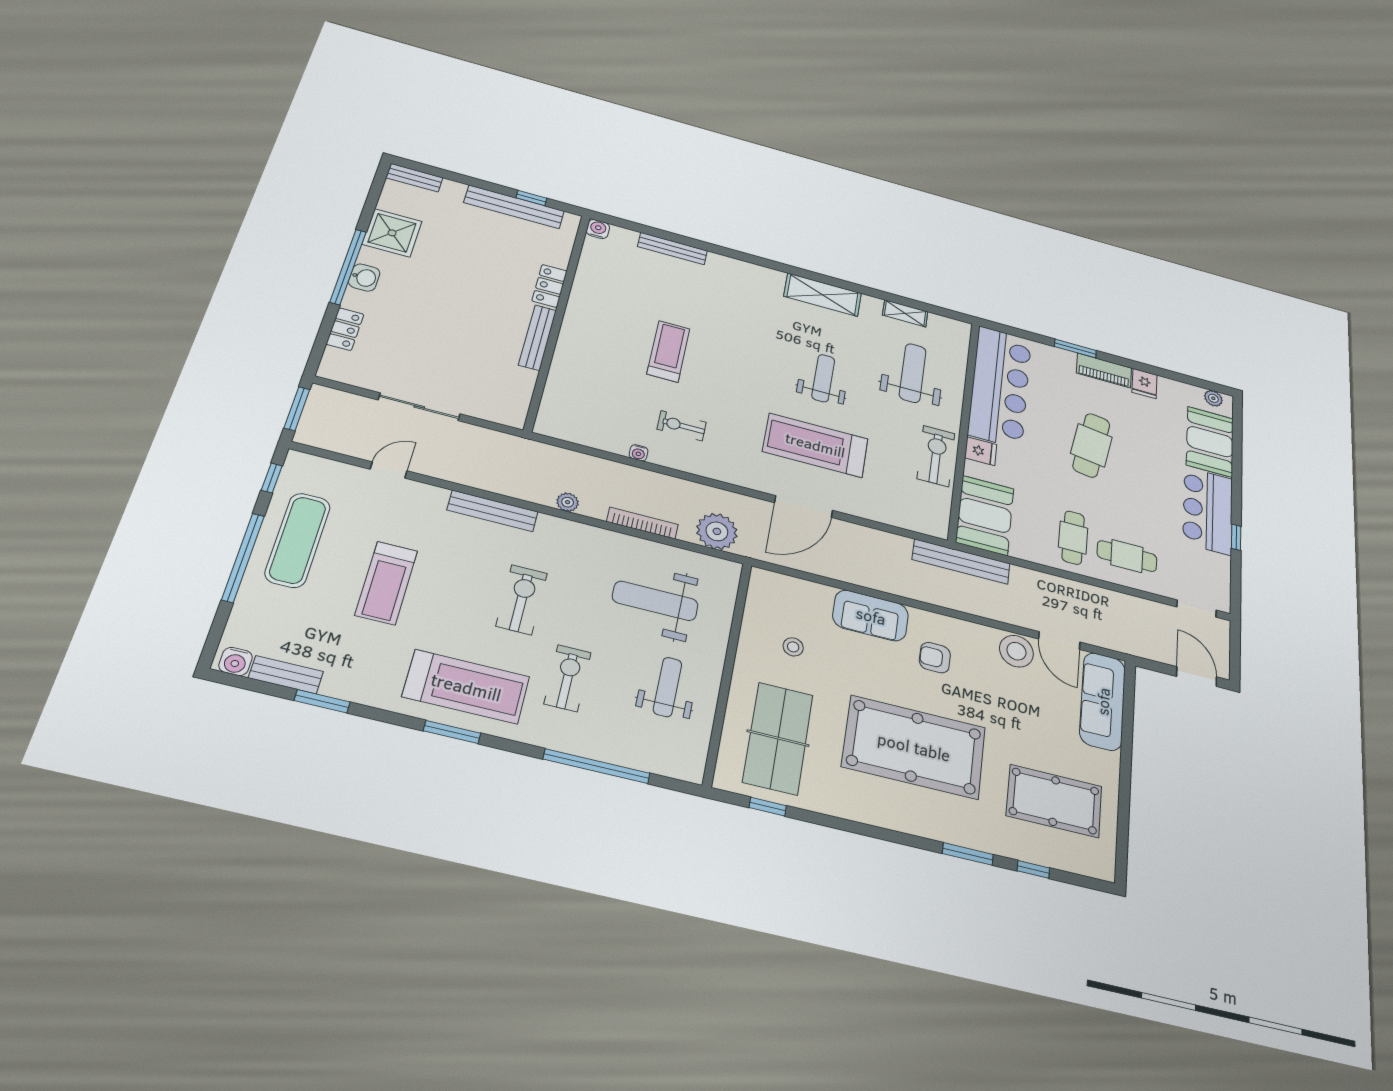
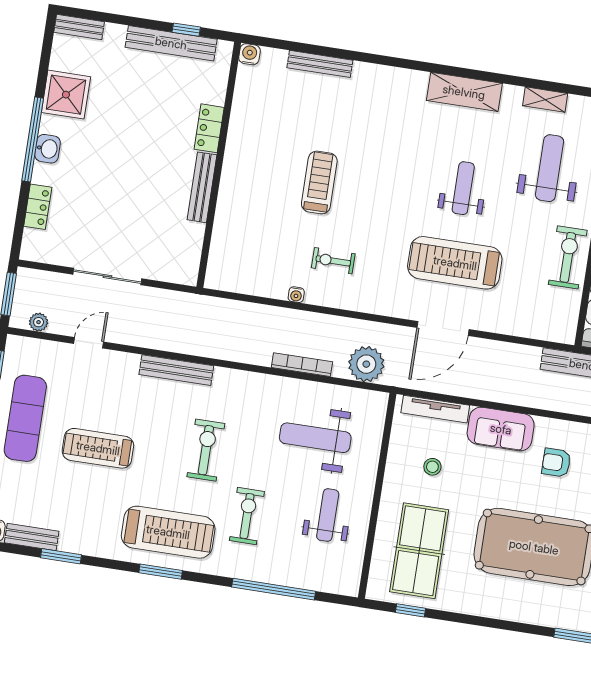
plant: (568, 502) -> (39, 322), moved
treadmill: (386, 583) -> (98, 448), turned 90
tv unit: (796, 586) -> (435, 409), added

